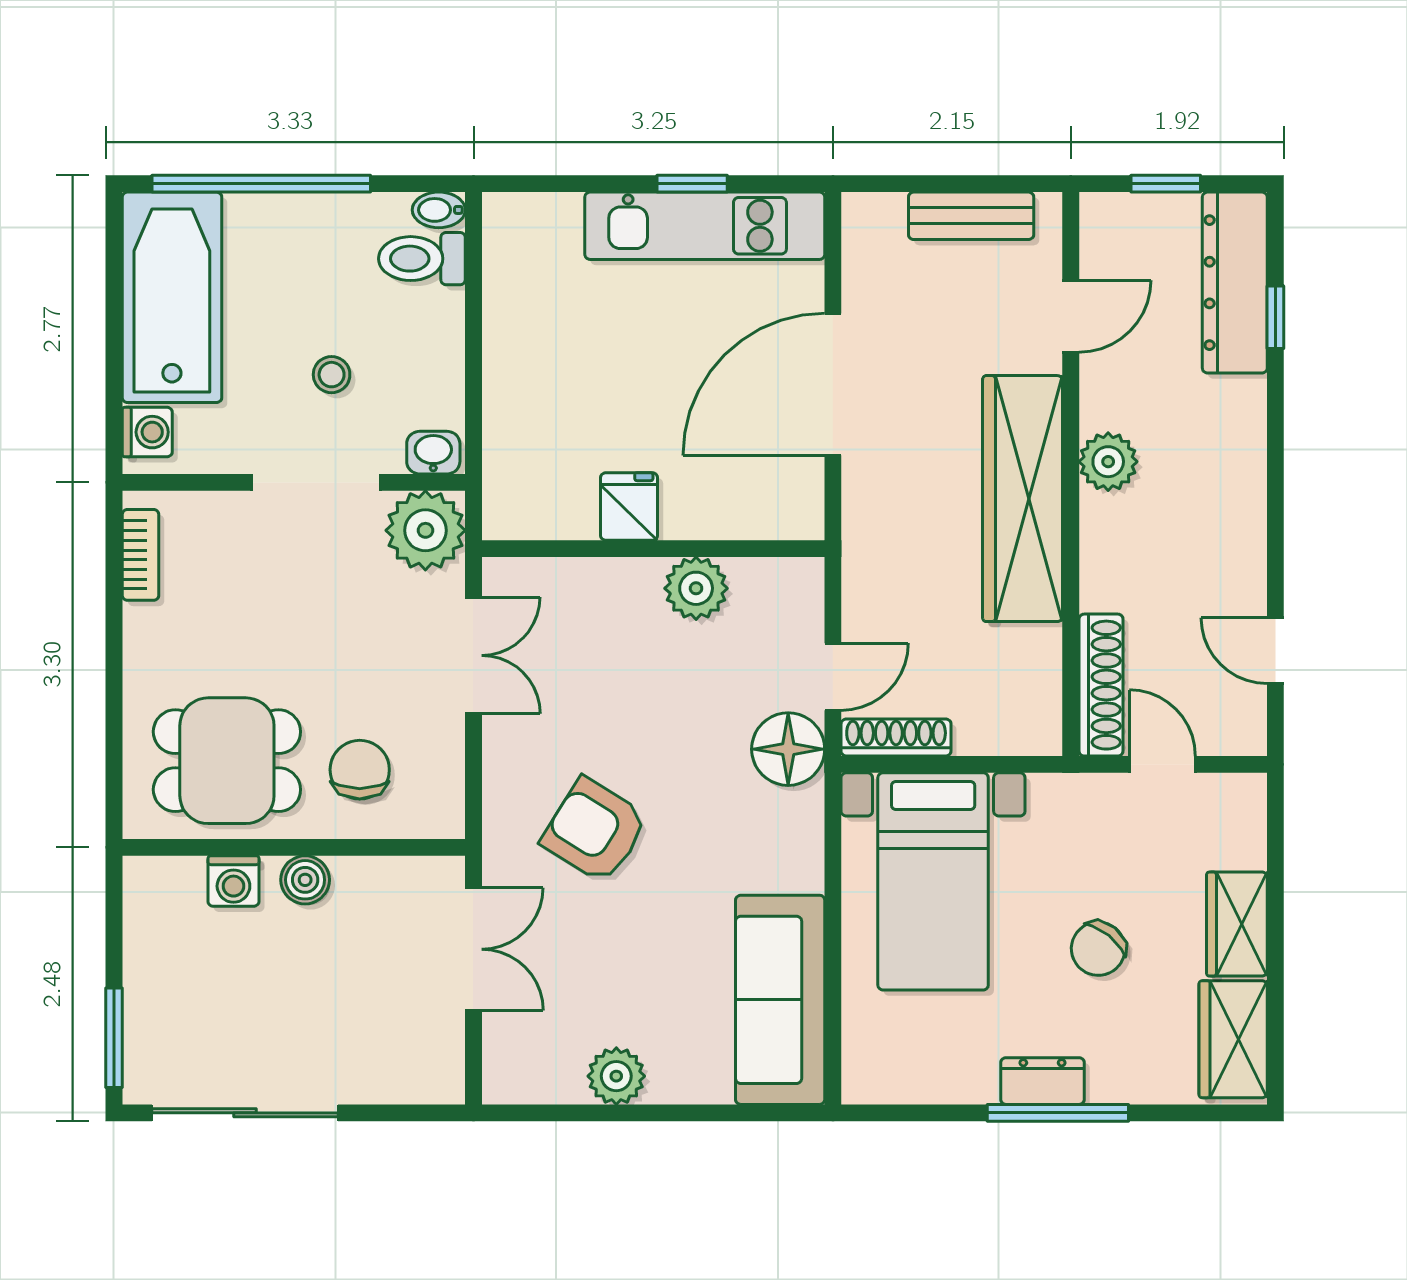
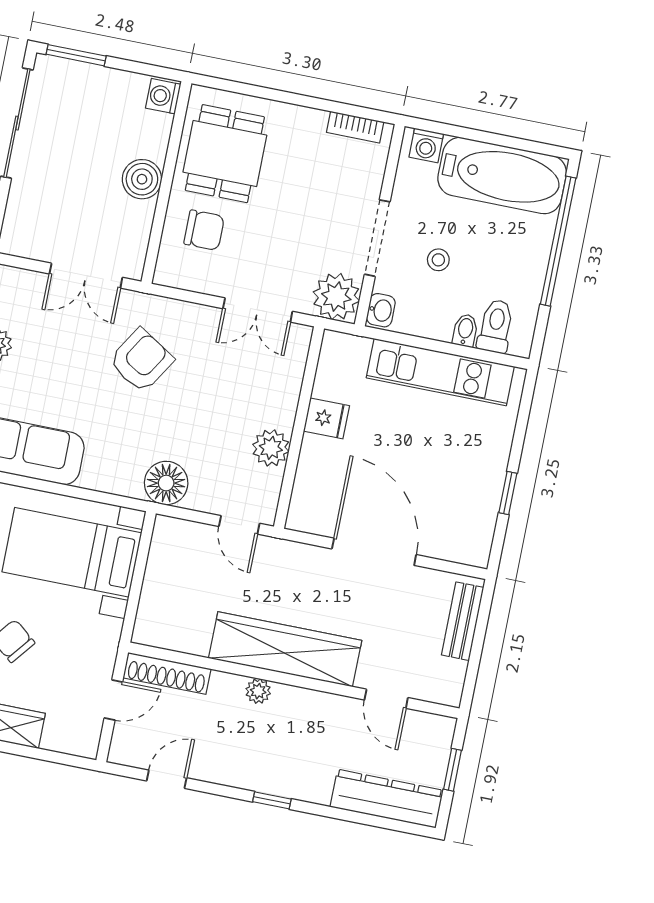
bidet: (439, 210) -> (465, 330), moved
bench: (971, 216) -> (463, 621), moved
kitchen unit: (705, 226) -> (440, 372), moved, turned -90
window: (1275, 317) -> (272, 800), moved
plant: (1108, 462) -> (258, 691), moved, width x0.73, depth x0.73
door: (833, 677) -> (239, 525), moved
shoe rack: (896, 737) -> (160, 547), removed
boiler: (305, 880) -> (142, 179), width x1.36, depth x1.36
washing machine: (233, 881) -> (163, 96), moved

